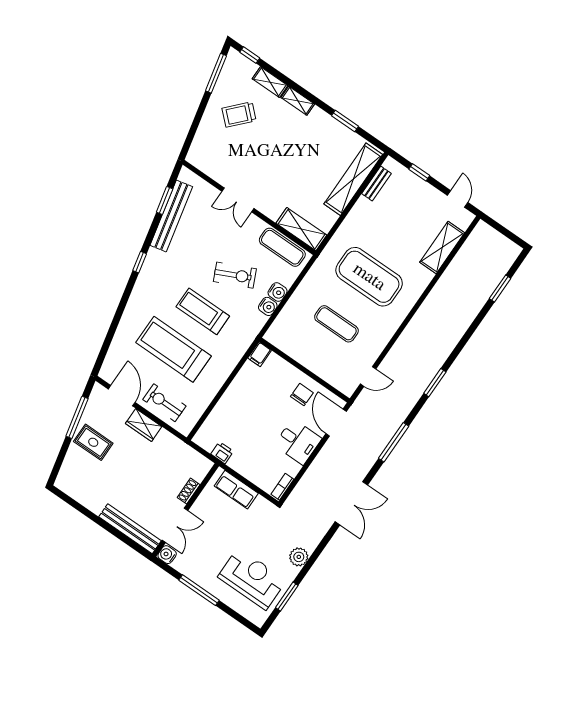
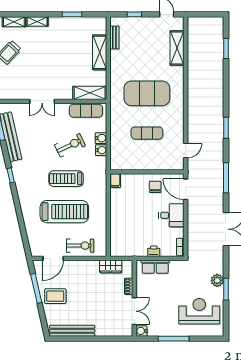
shelving: (353, 179) -> (100, 52), width x0.68
treadmill: (174, 349) -> (64, 212), turned 180
door: (122, 396) -> (53, 258), swing flipped
exercise bike: (164, 403) -> (80, 246), turned 180
wardrobe: (144, 425) -> (111, 266), moved
printer: (222, 453) -> (154, 251), moved
bench: (130, 529) -> (72, 331), moved
window: (287, 596) -> (226, 289), moved

